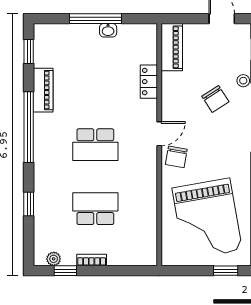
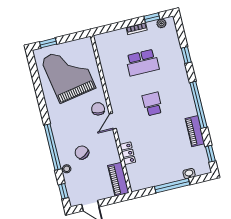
washbasin: (108, 30) -> (189, 174), moved
school desk: (95, 145) -> (152, 104), width x0.54

